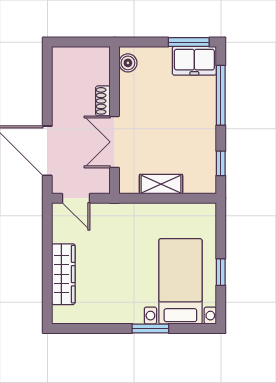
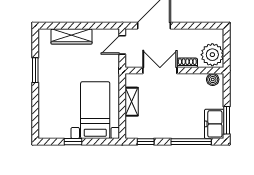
plant: (91, 63) -> (212, 55), added
bed with nightstands: (180, 281) -> (95, 110), moved, turned -90
window: (150, 328) -> (35, 70), moved

